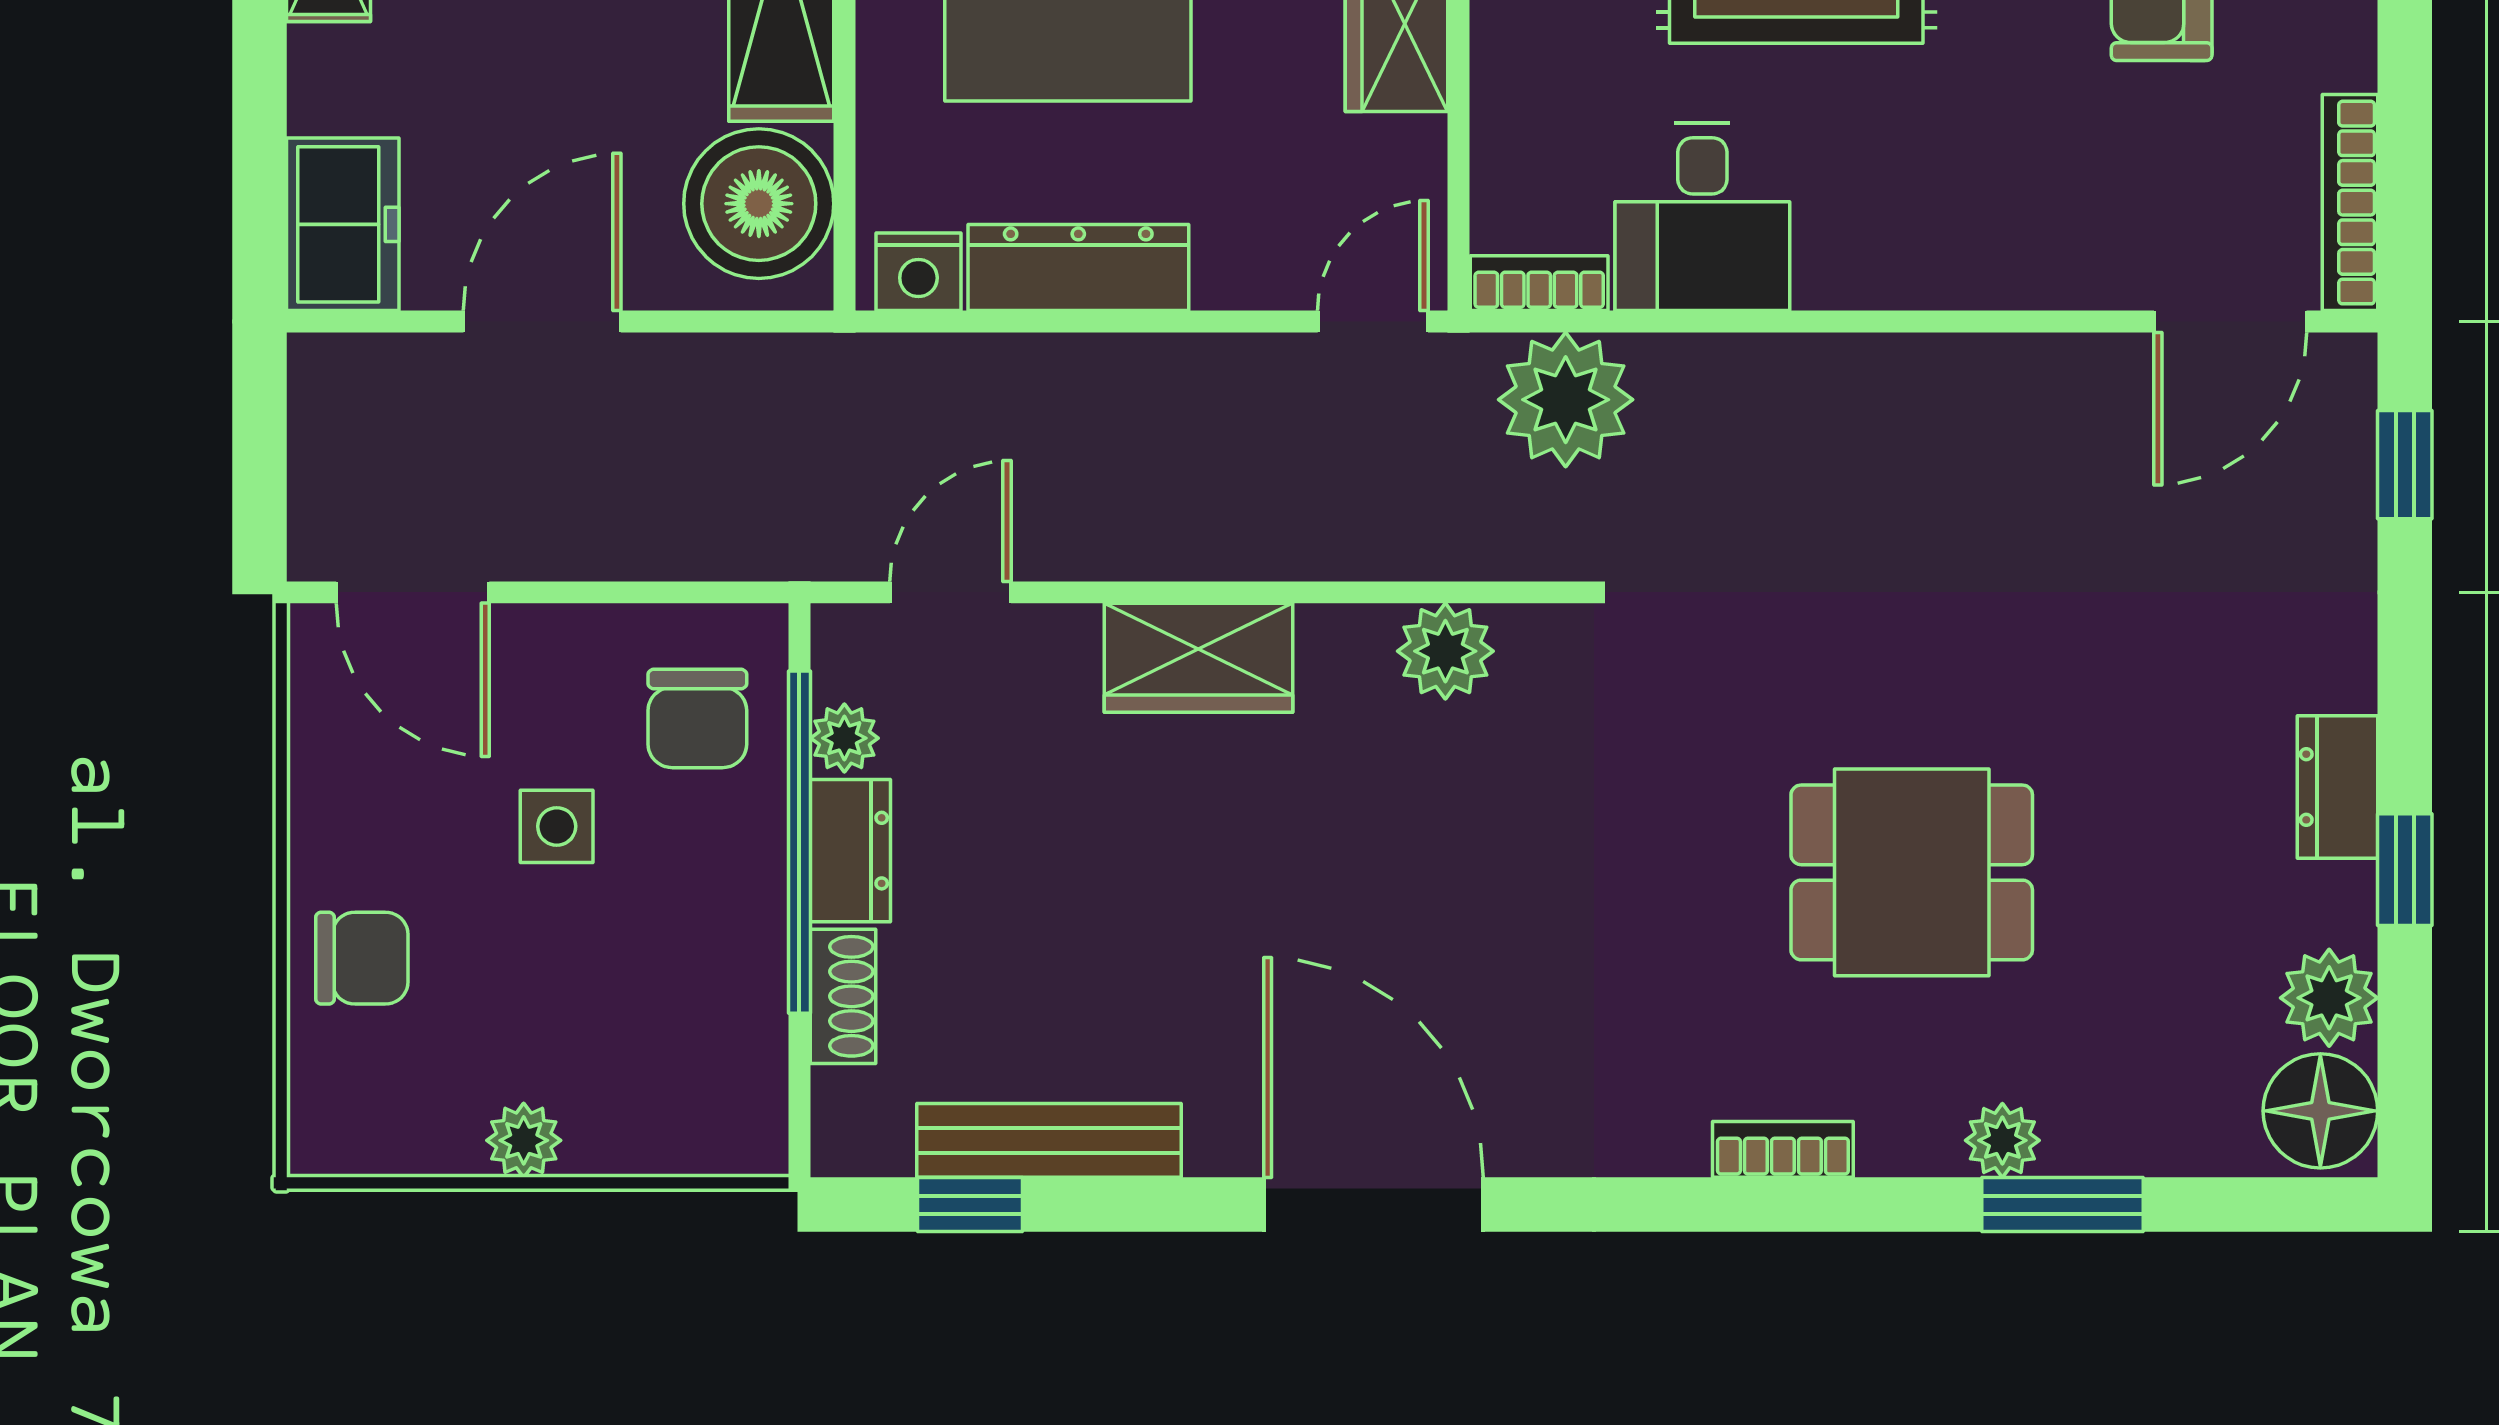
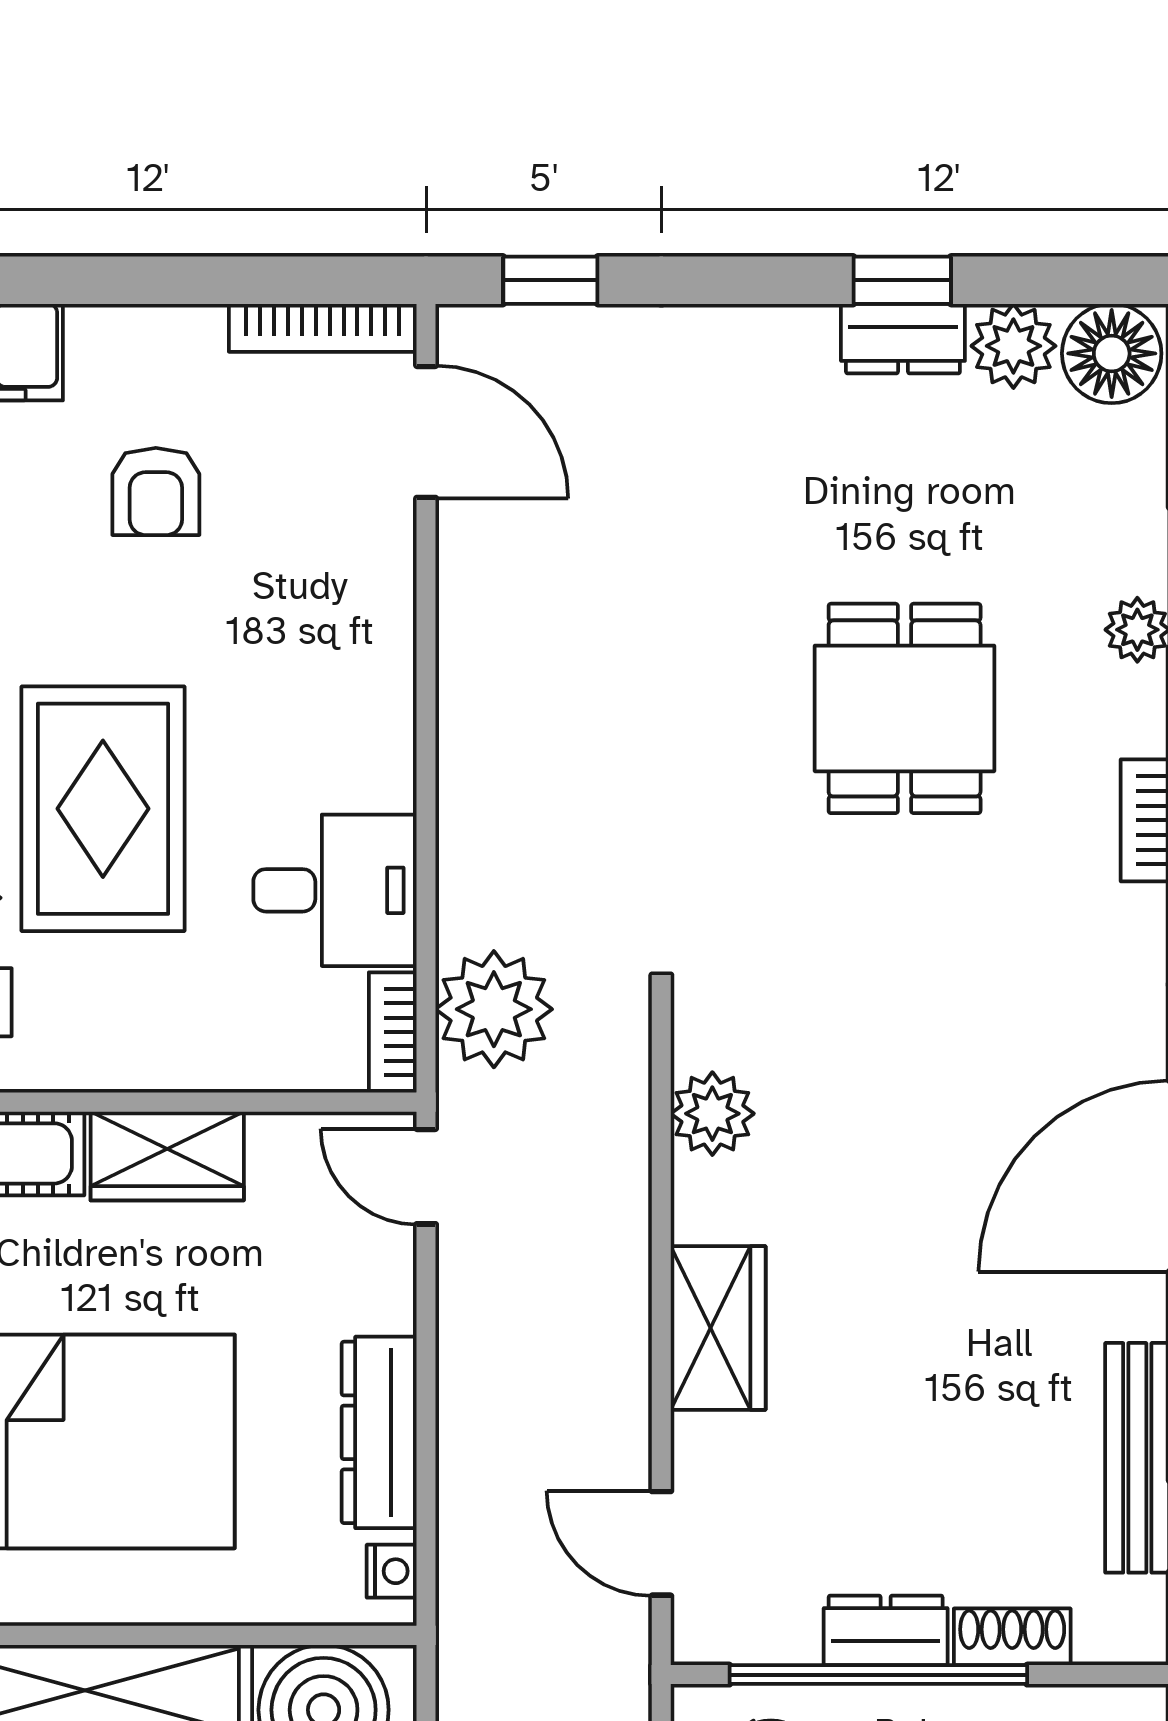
nightstand: (918, 272) -> (392, 1571), width x0.72, depth x0.74
plant: (844, 738) -> (788, 1636), removed
dresser: (2338, 787) -> (903, 339), moved

